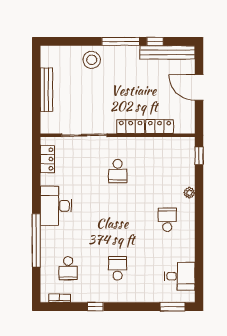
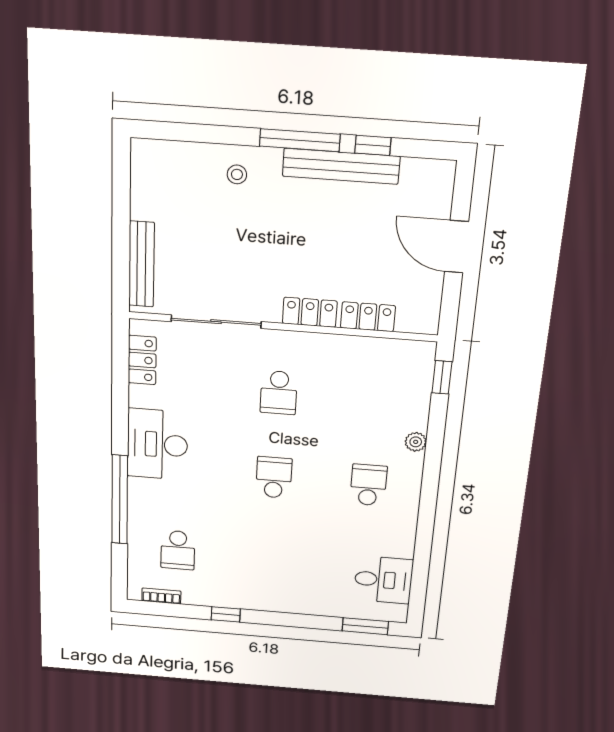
bench: (168, 52) -> (341, 166), moved
stool: (92, 60) -> (237, 174), width x0.53, depth x0.53
bench: (46, 90) -> (141, 264), moved
school desk: (118, 268) -> (274, 477), moved

